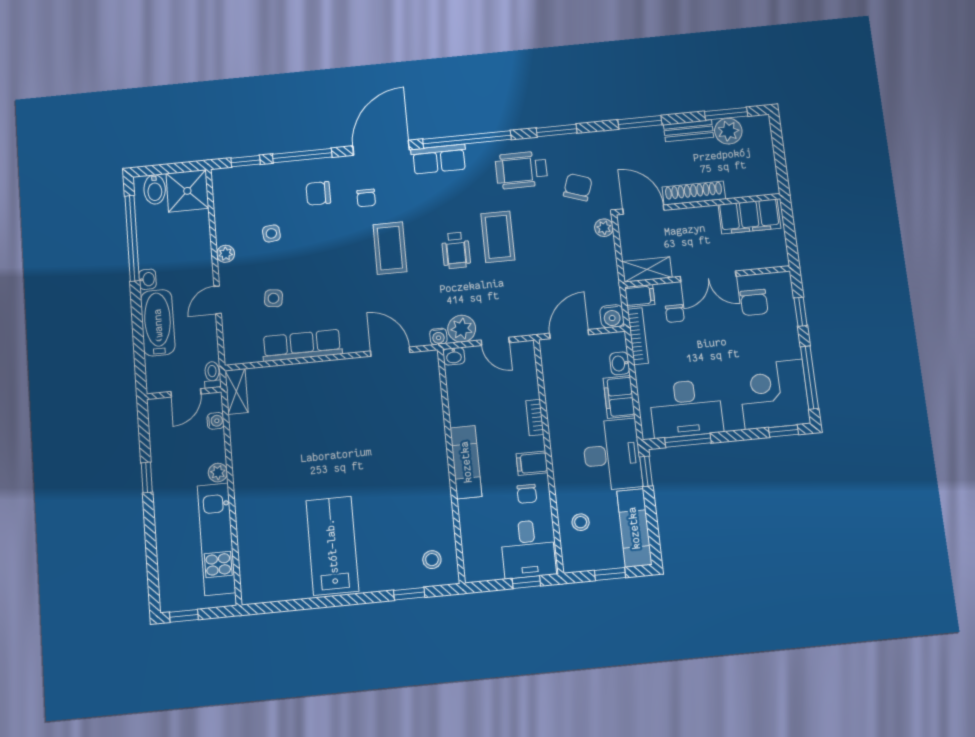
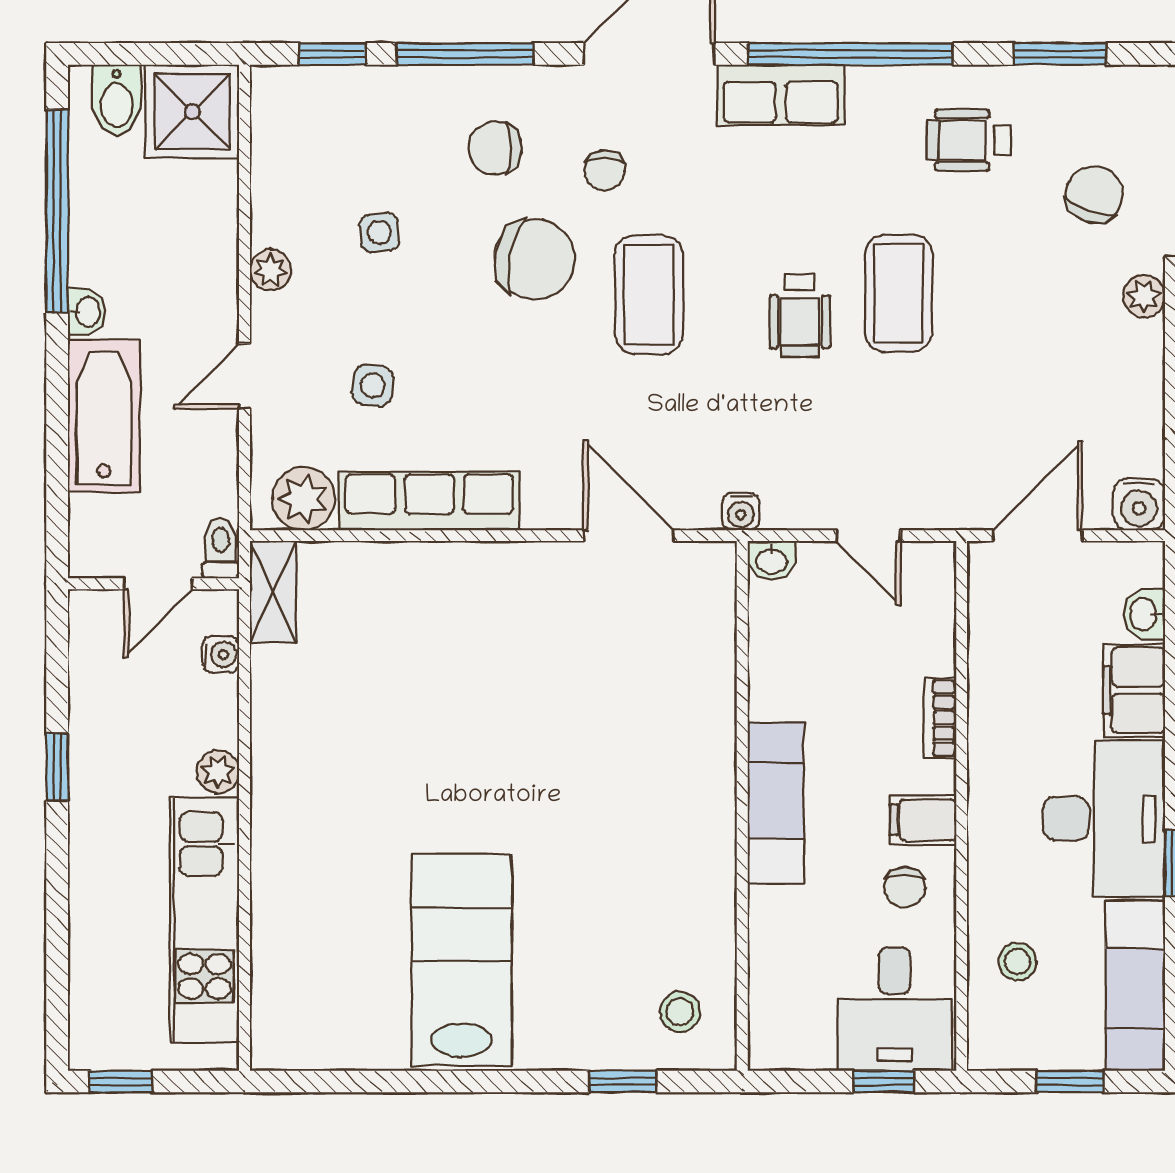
wheelchair: (521, 170) -> (969, 140), width x0.73, depth x0.73
chair: (339, 238) -> (534, 259), added
plant: (462, 329) -> (303, 499), moved

